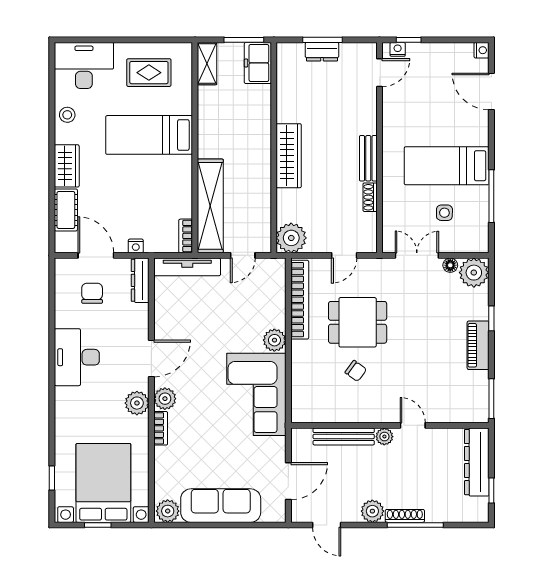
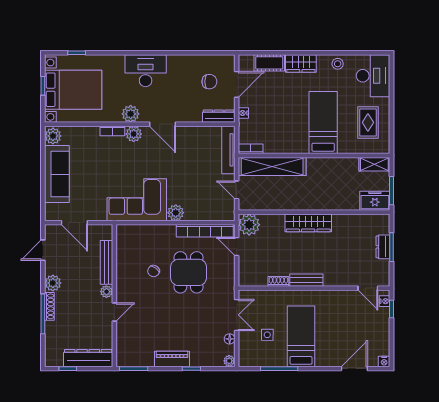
door: (344, 255) -> (237, 246), moved
plant: (474, 273) -> (229, 361), width x0.53, depth x0.53
desk: (77, 357) -> (146, 71), moved

